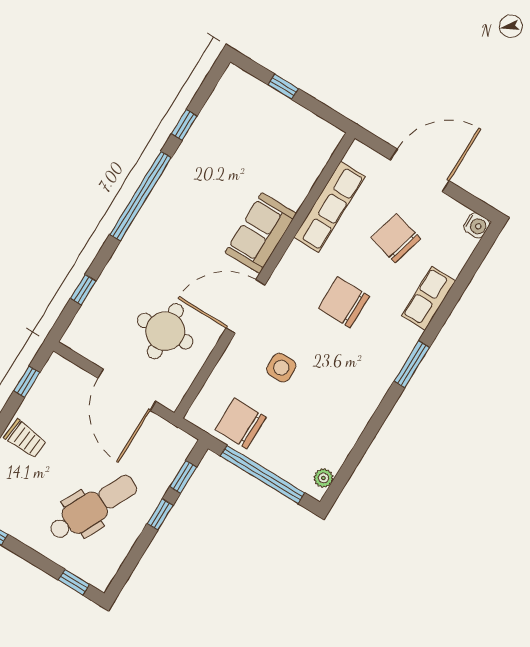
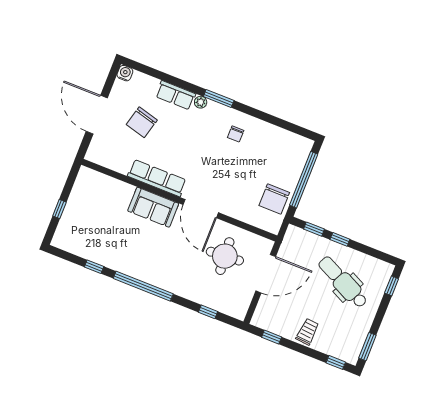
row of seats: (329, 207) -> (157, 178), moved
chair: (344, 302) -> (236, 134), moved, width x0.54, depth x0.54
side table: (281, 368) -> (235, 180), removed
plant: (324, 478) -> (201, 102), moved

